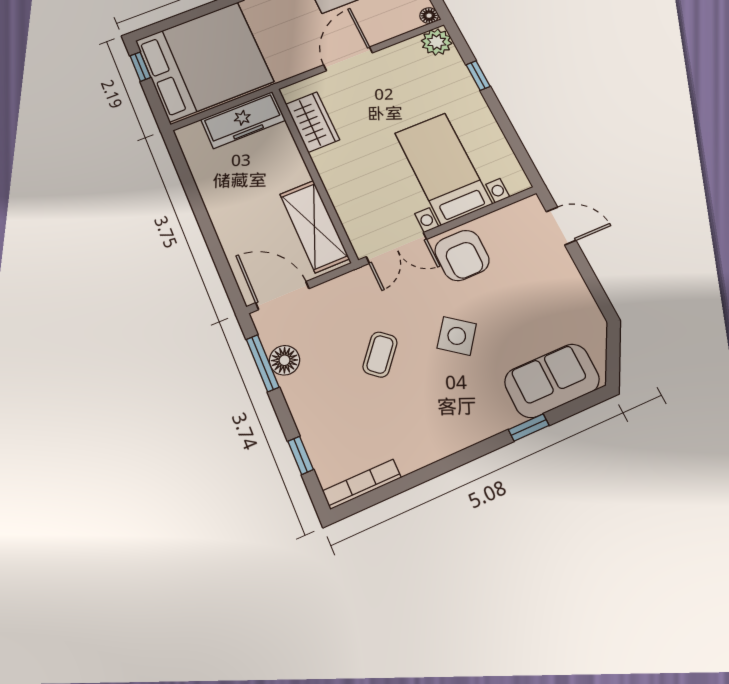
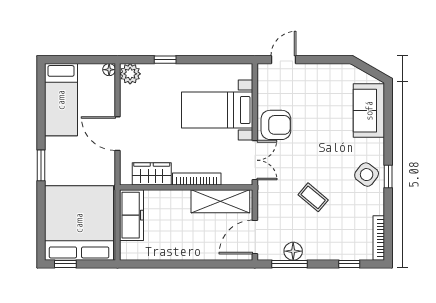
bookcase: (332, 182) -> (197, 179), added
side table: (457, 336) -> (367, 175), moved
window: (529, 427) -> (388, 176), moved

